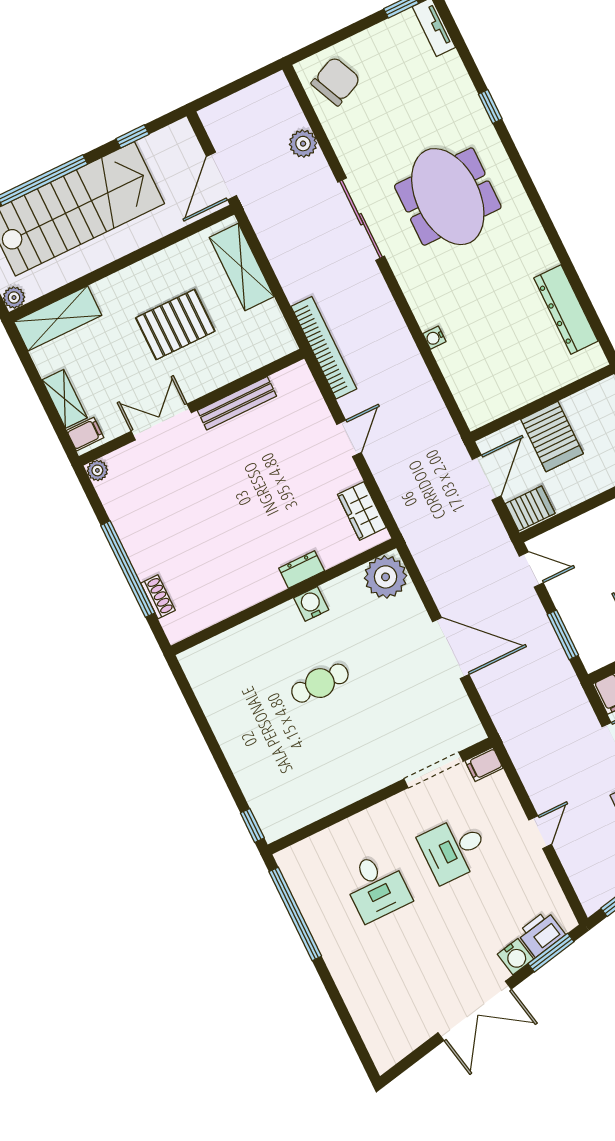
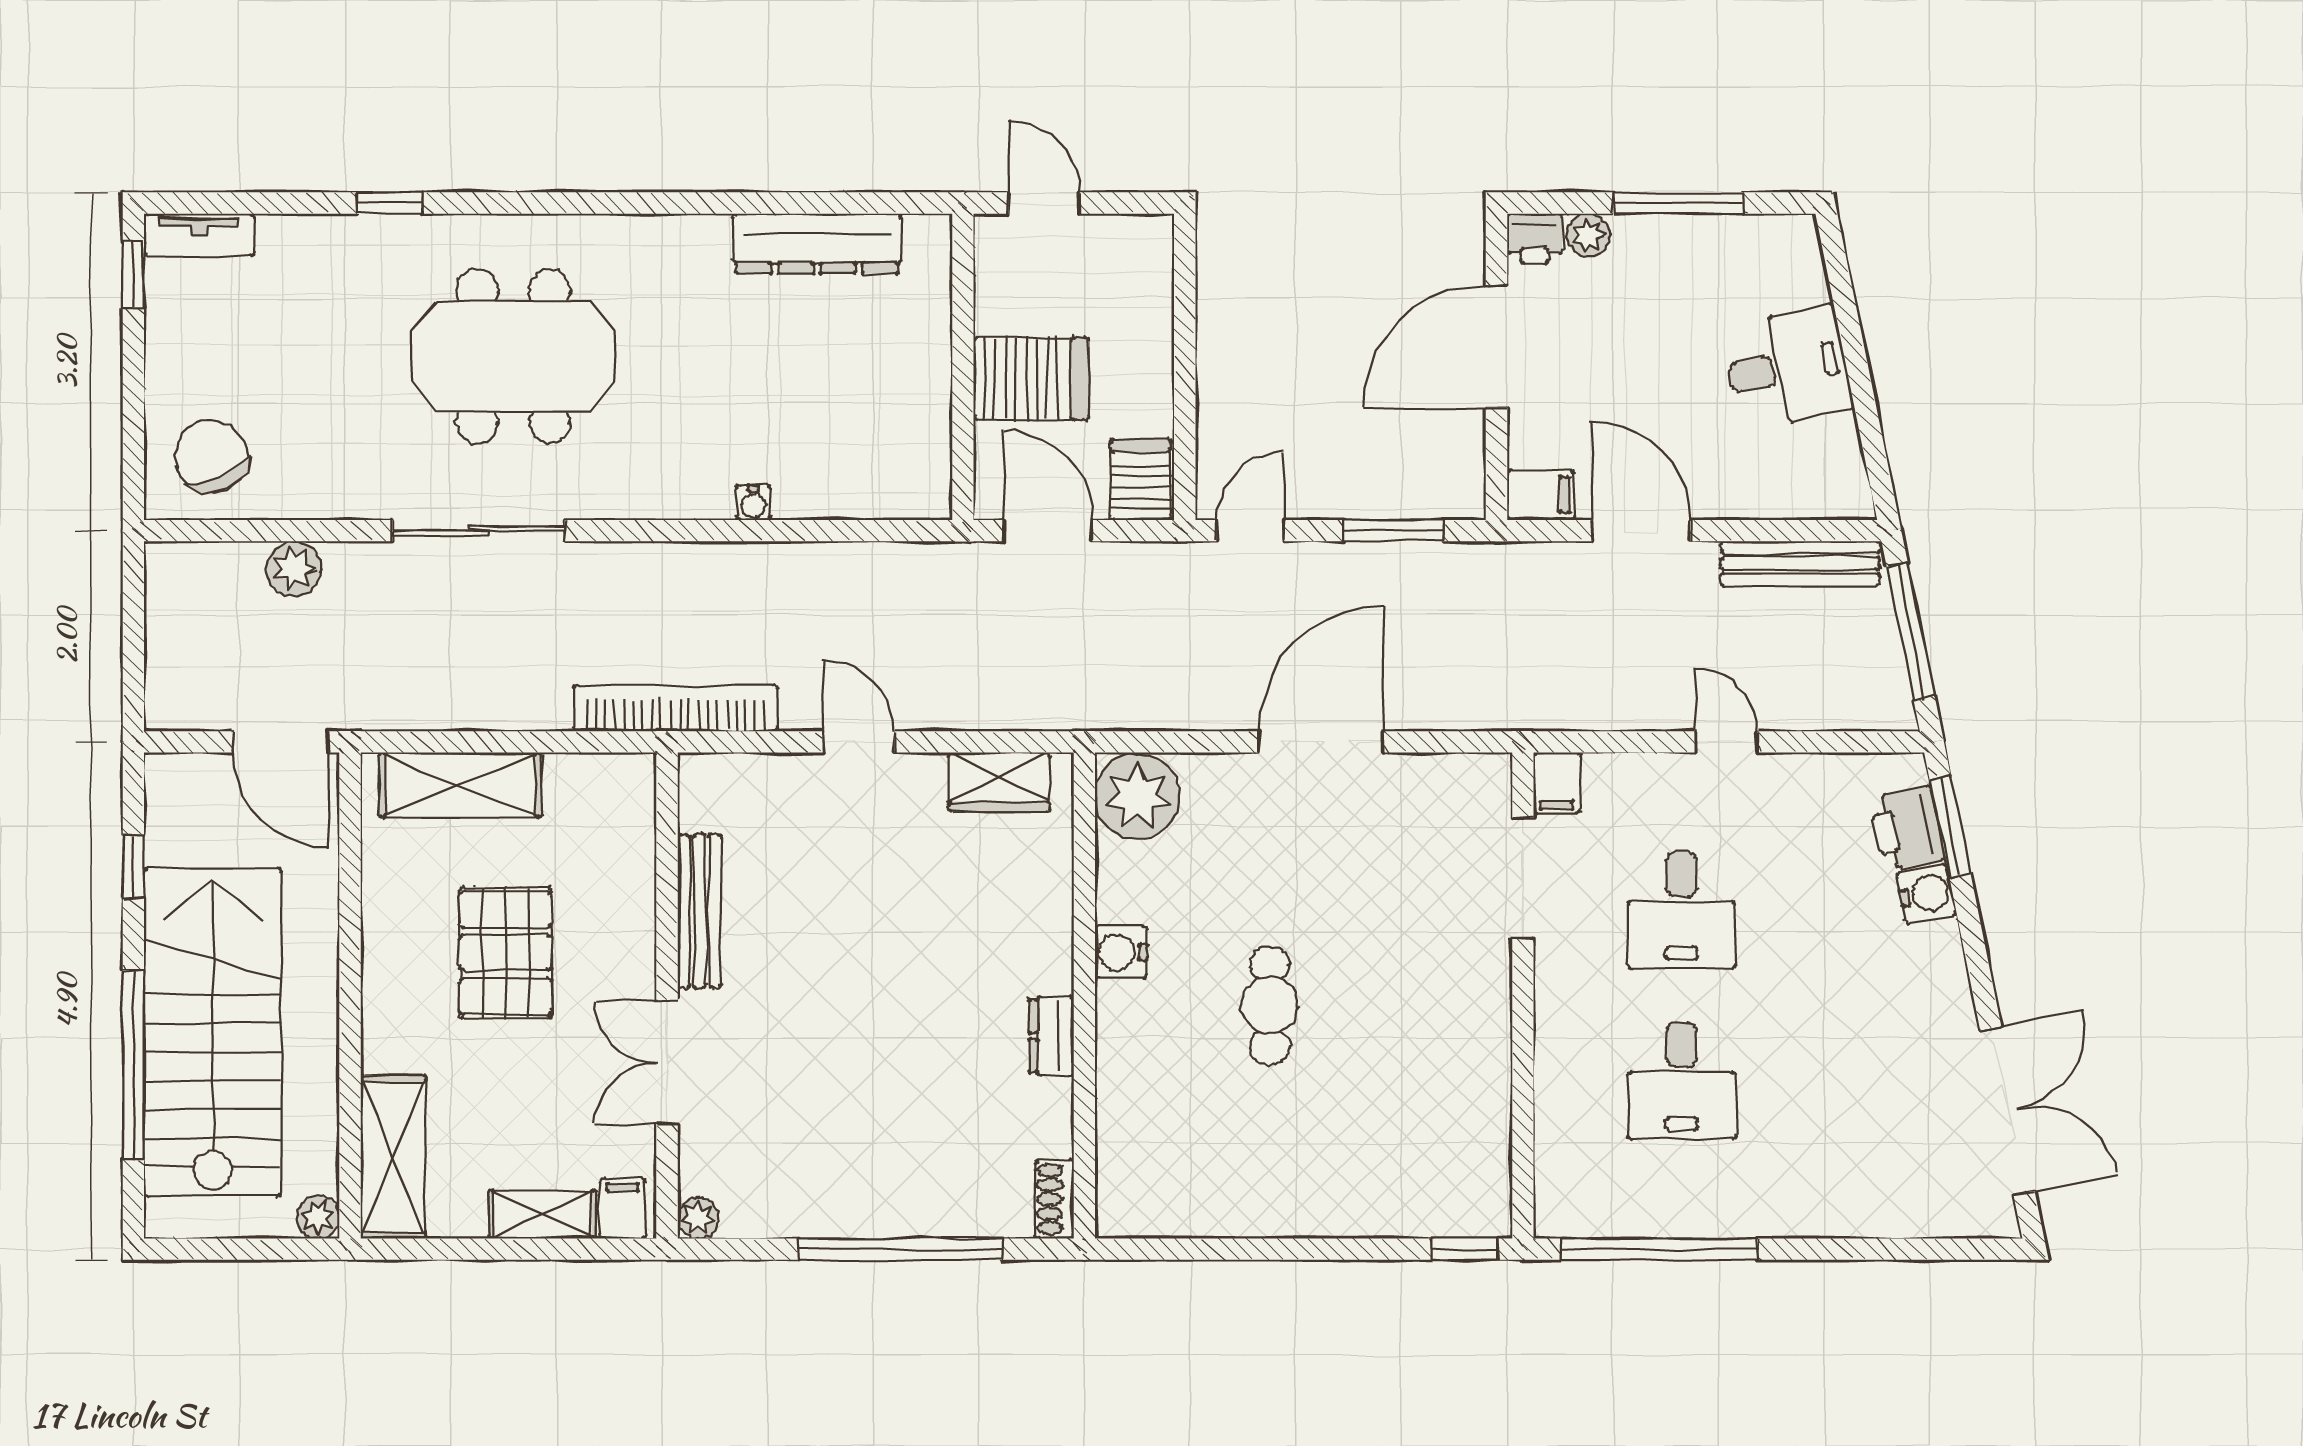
dresser: (302, 569) -> (1051, 1036), moved
shoe rack: (158, 597) -> (1055, 1199), moved, turned -90
desk: (376, 887) -> (1682, 1081), turned 90
double door: (475, 1011) -> (2007, 1111), moved

